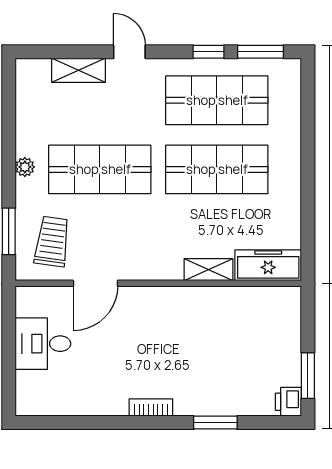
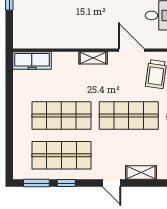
shelving: (208, 270) -> (93, 58), moved
door: (95, 283) -> (131, 50), hinge flipped

